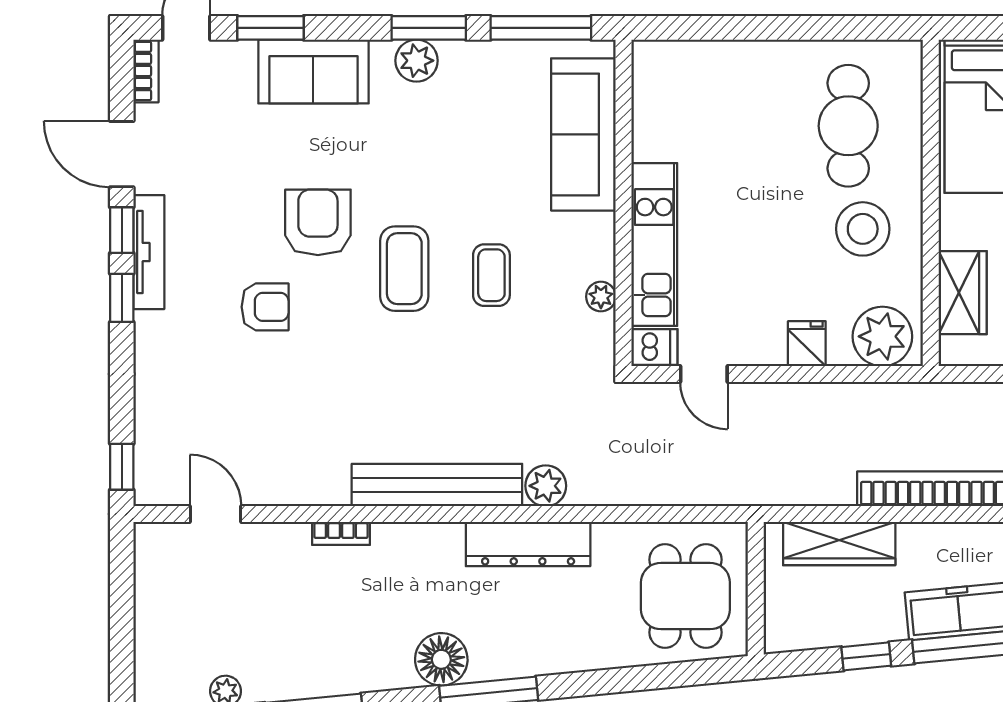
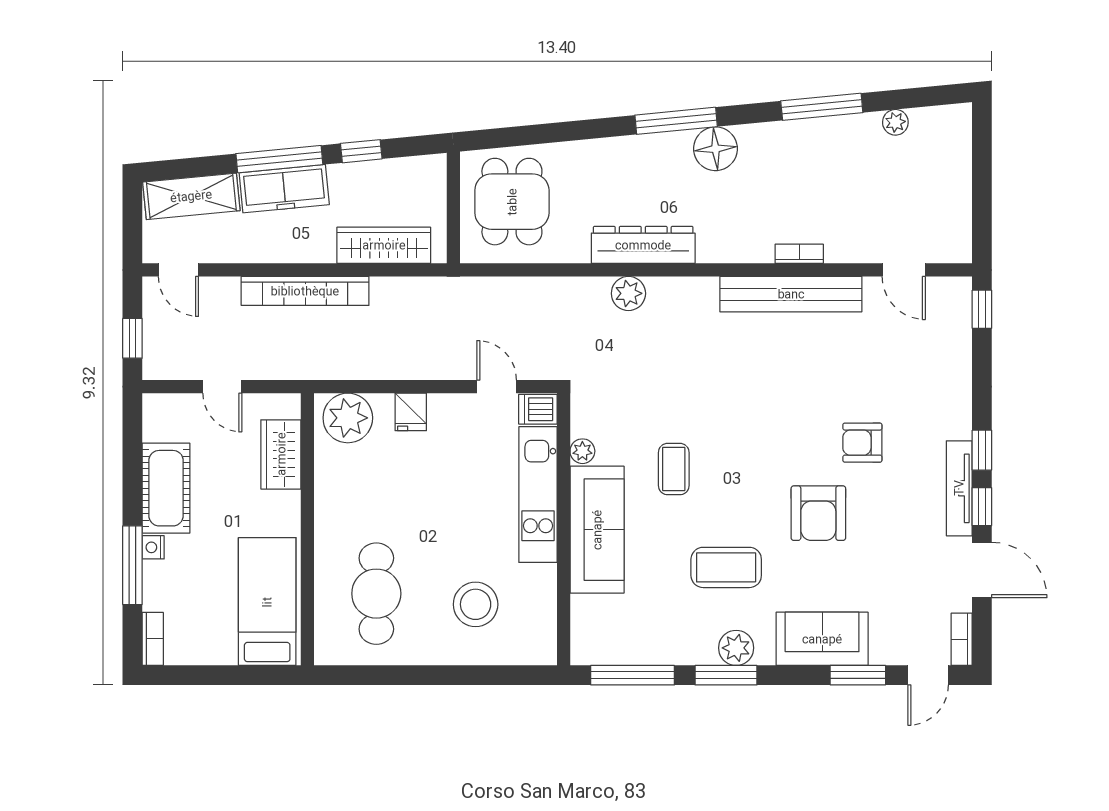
sofa: (583, 134) -> (597, 530), moved
stool: (863, 229) -> (476, 604), moved
coffee table: (404, 269) -> (726, 567), moved, turned 90
bench: (437, 485) -> (791, 294), moved

